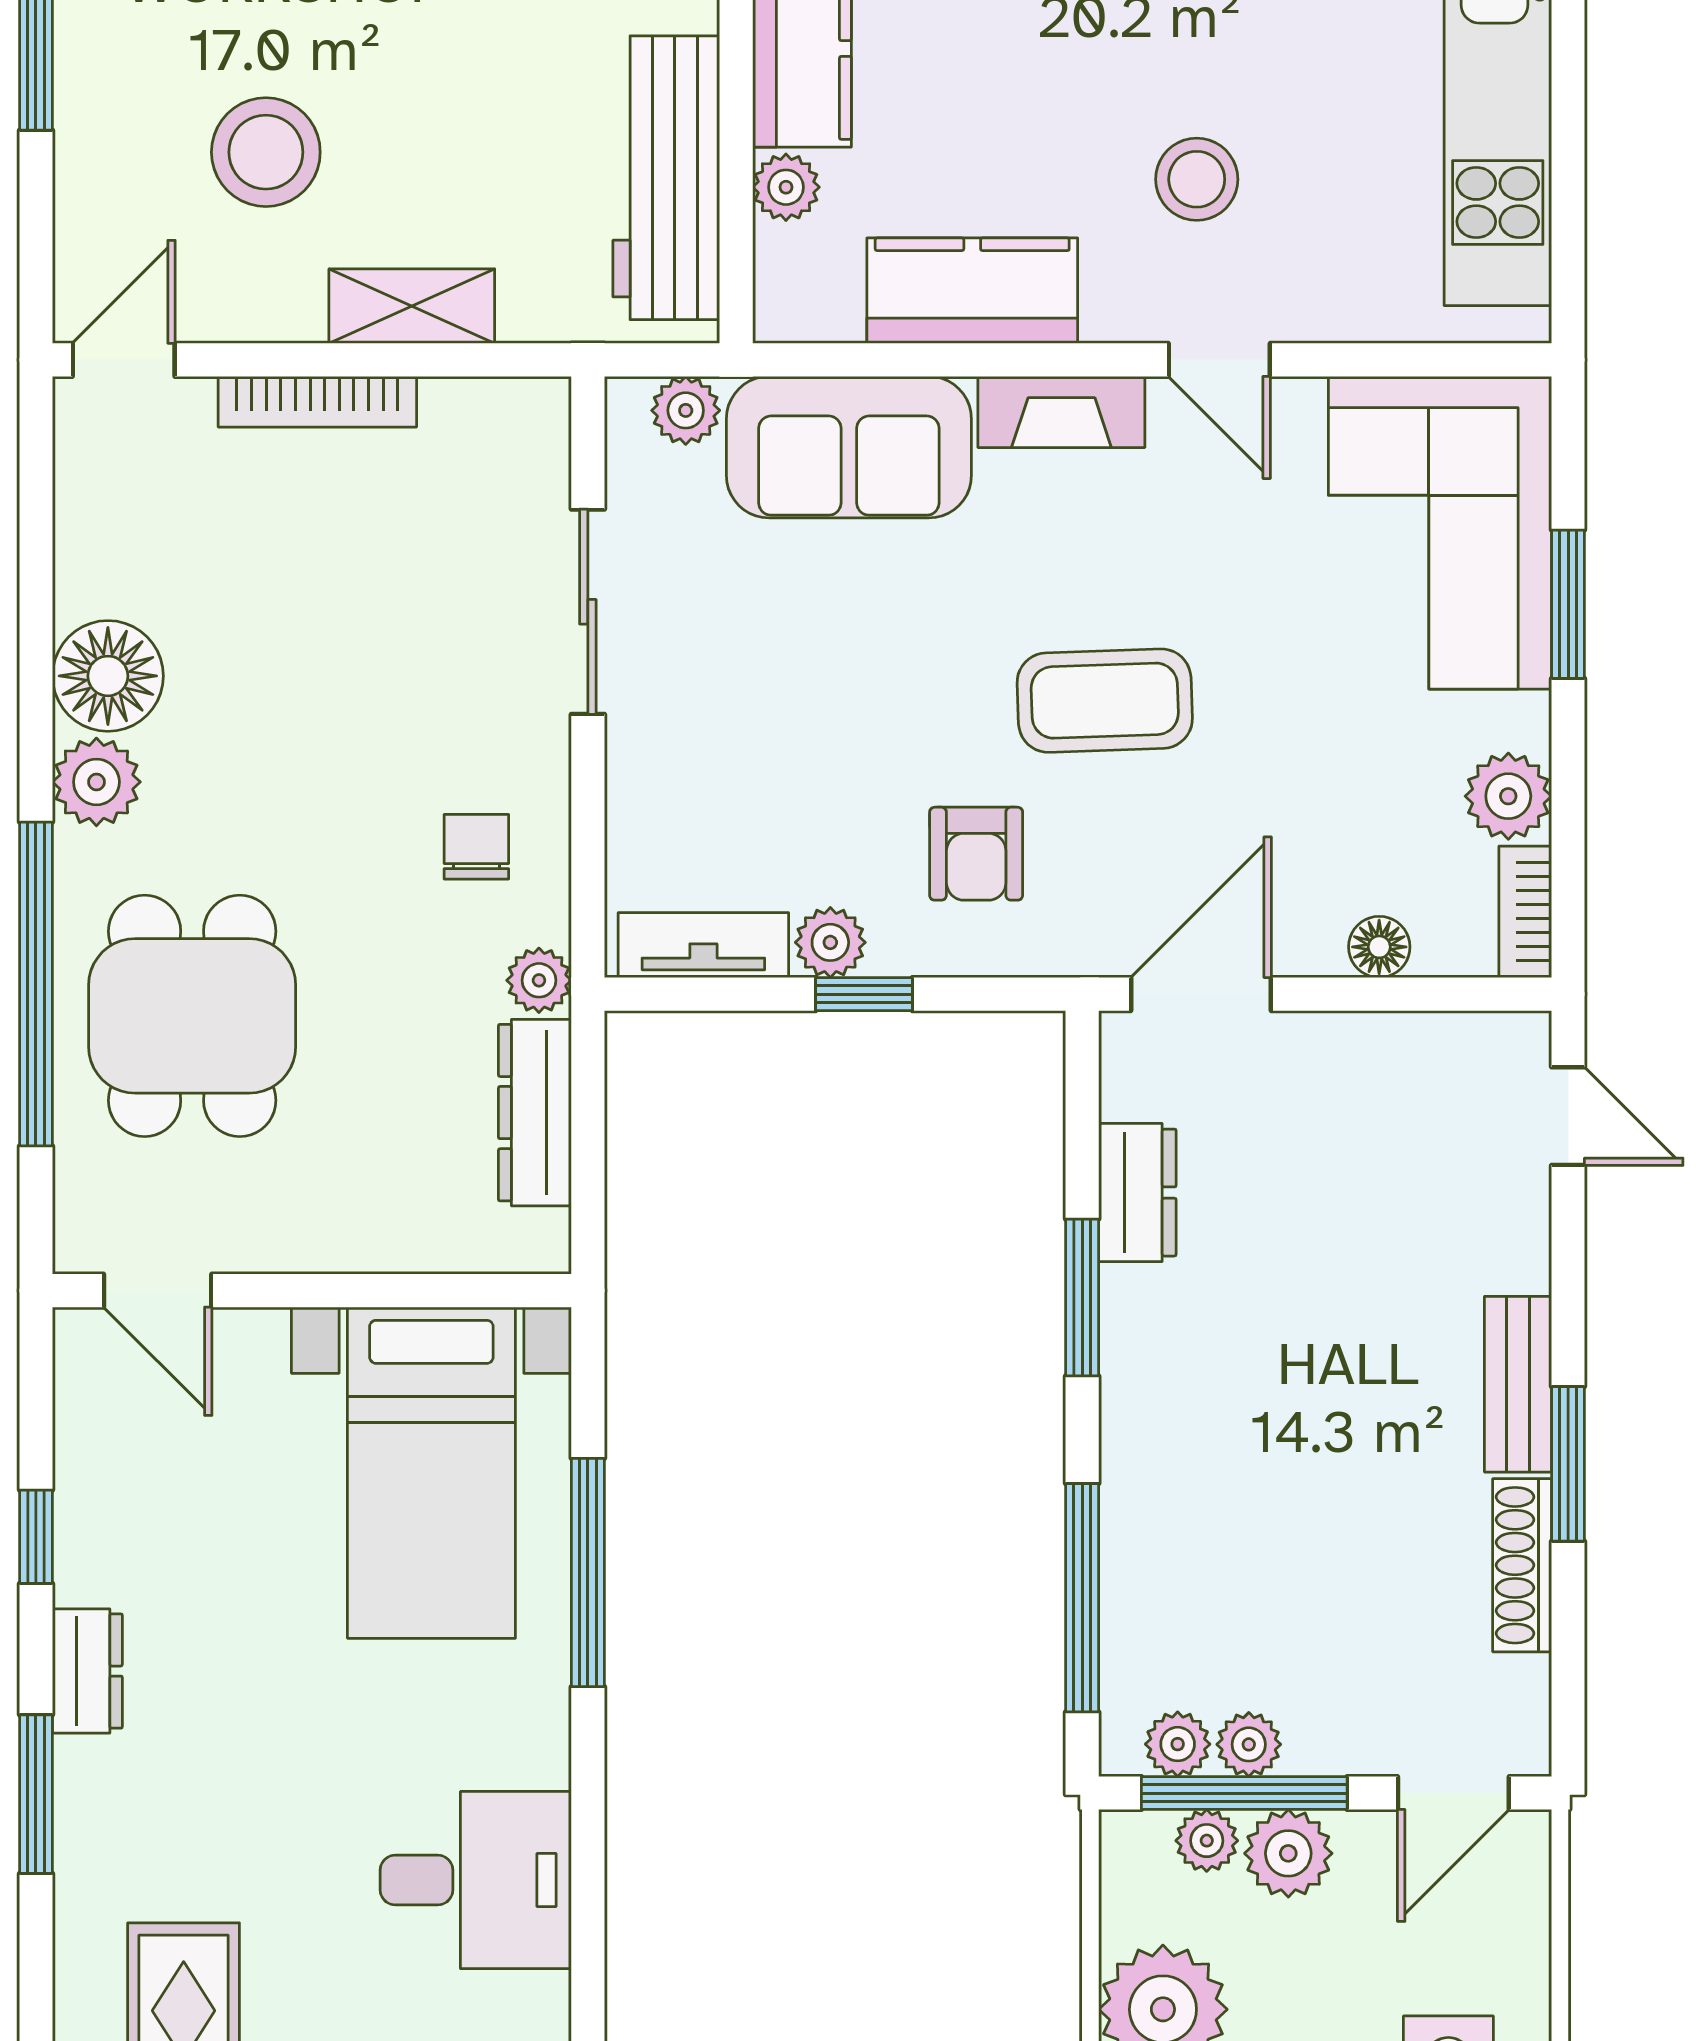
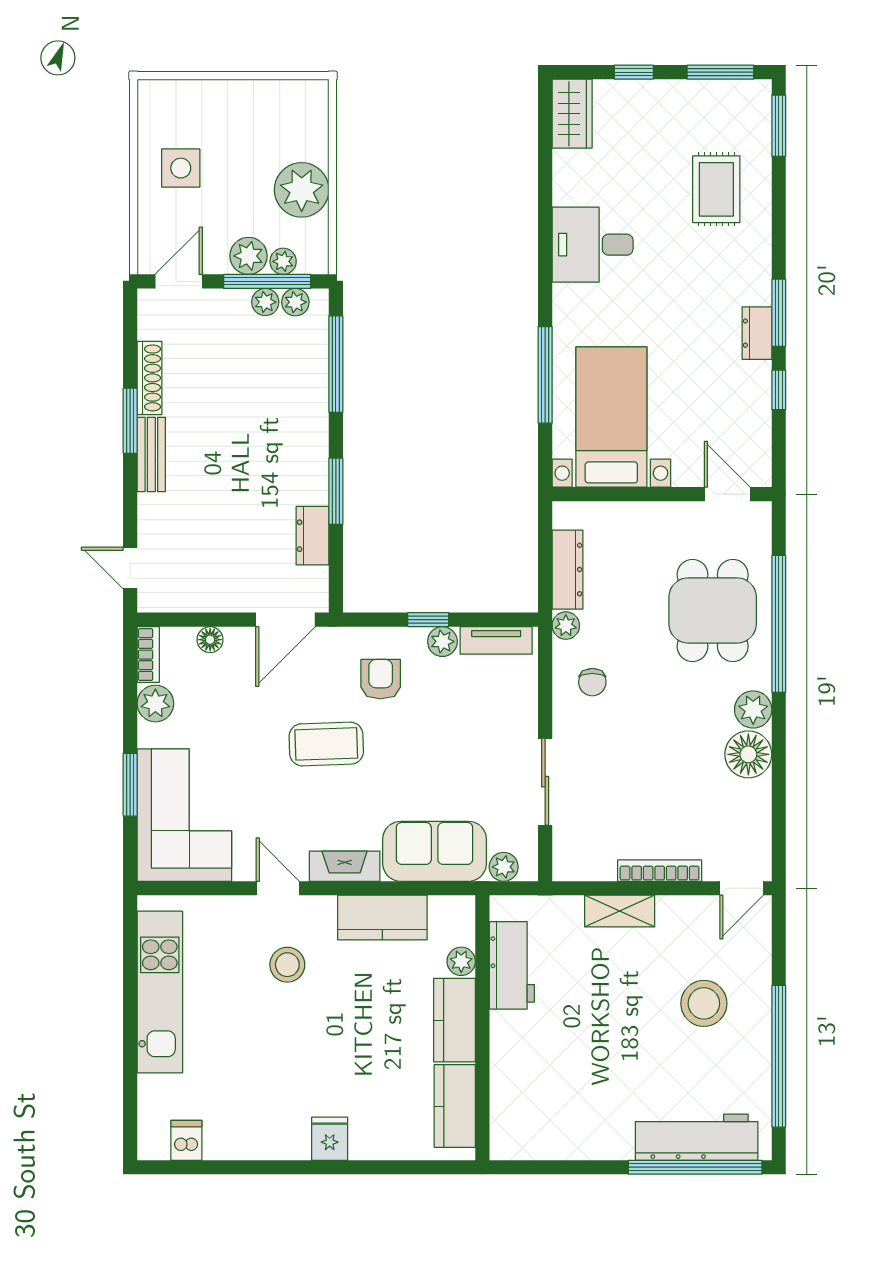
stool: (266, 152) -> (704, 1003), moved
workbench: (666, 178) -> (512, 965), width x0.73
window: (36, 1794) -> (779, 313), moved

